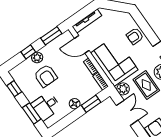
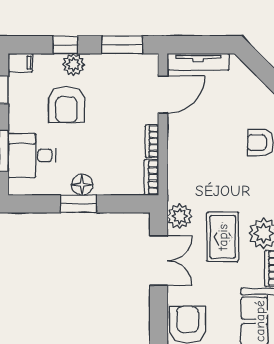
door: (82, 44) -> (163, 95), swing flipped
corner sofa: (114, 61) -> (197, 160), removed
filing cabinet: (15, 72) -> (20, 63), added
window: (91, 104) -> (78, 204), moved

